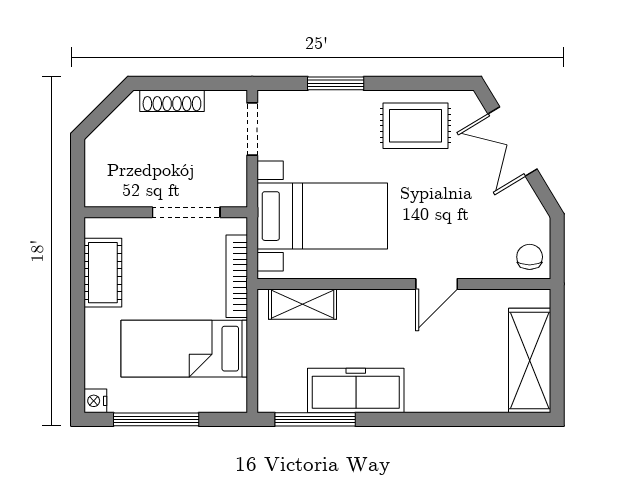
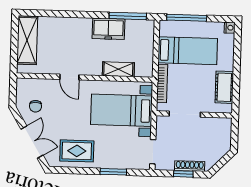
window: (185, 83) -> (183, 174), added
chair: (530, 257) -> (36, 106), moved
door: (437, 284) -> (69, 77), swing flipped
shelving: (303, 304) -> (118, 69), moved
freezer: (356, 390) -> (108, 29), width x0.71
window: (156, 419) -> (187, 18), moved

